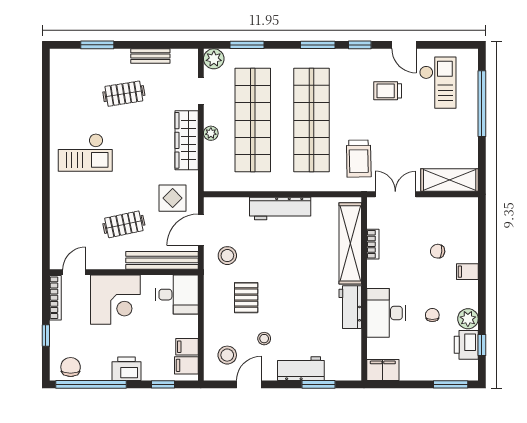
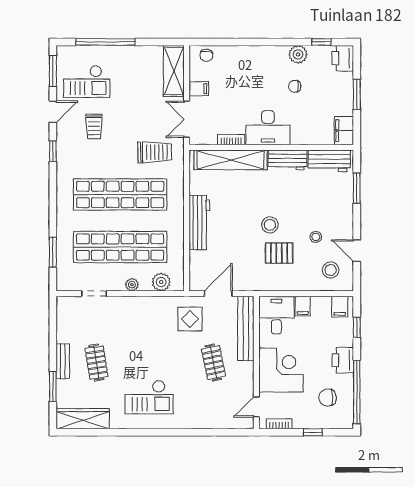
window: (318, 45) -> (53, 71), moved
bench: (150, 56) -> (63, 361), moved
plant: (214, 59) -> (161, 282), moved
checkout: (438, 83) -> (87, 81), turned 180
wardrobe: (187, 140) -> (83, 419), moved, turned 180
checkout: (85, 152) -> (149, 397), turned 90
door: (201, 230) -> (218, 294), swing flipped
chair: (438, 251) -> (206, 55), moved
stool: (227, 256) -> (270, 225), moved
door: (74, 272) -> (256, 407), hinge flipped
filing cabinet: (467, 272) -> (199, 89), moved, turned -90
bookcase: (55, 298) -> (279, 424), width x0.64
desk: (386, 313) -> (268, 128), moved
printer: (466, 345) -> (343, 58), moved, turned 90
filing cabinet: (187, 347) -> (303, 306), moved
chair: (71, 367) -> (328, 397), moved
workbench: (301, 369) -> (329, 161), moved, turned -90
window: (451, 384) -> (357, 94), moved

